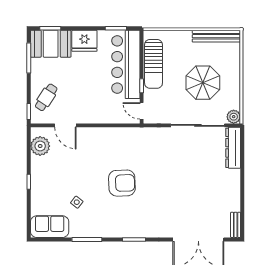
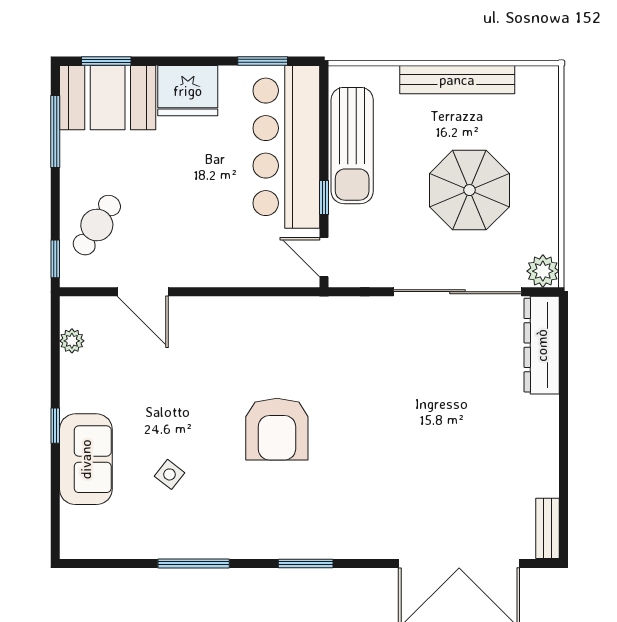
bench: (216, 36) -> (457, 80), moved
plant: (40, 146) -> (72, 341), width x0.53, depth x0.53
armchair: (122, 183) -> (277, 429), turned 92
sofa: (50, 227) -> (86, 459), moved, turned 90

